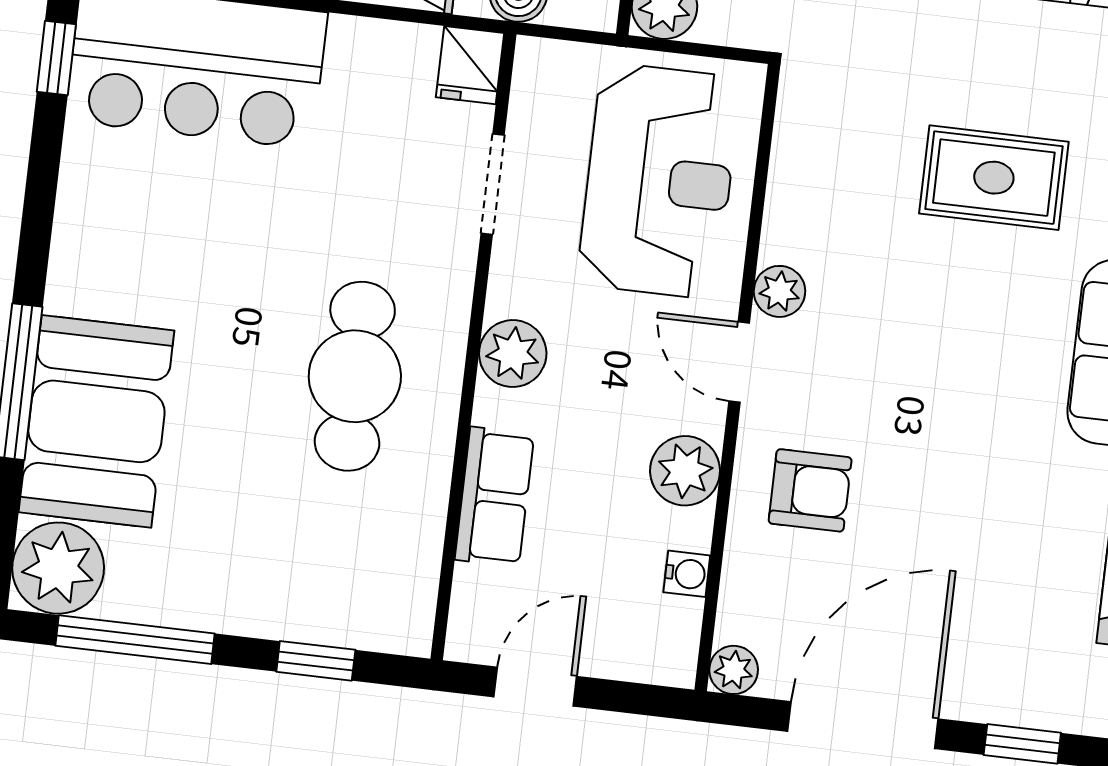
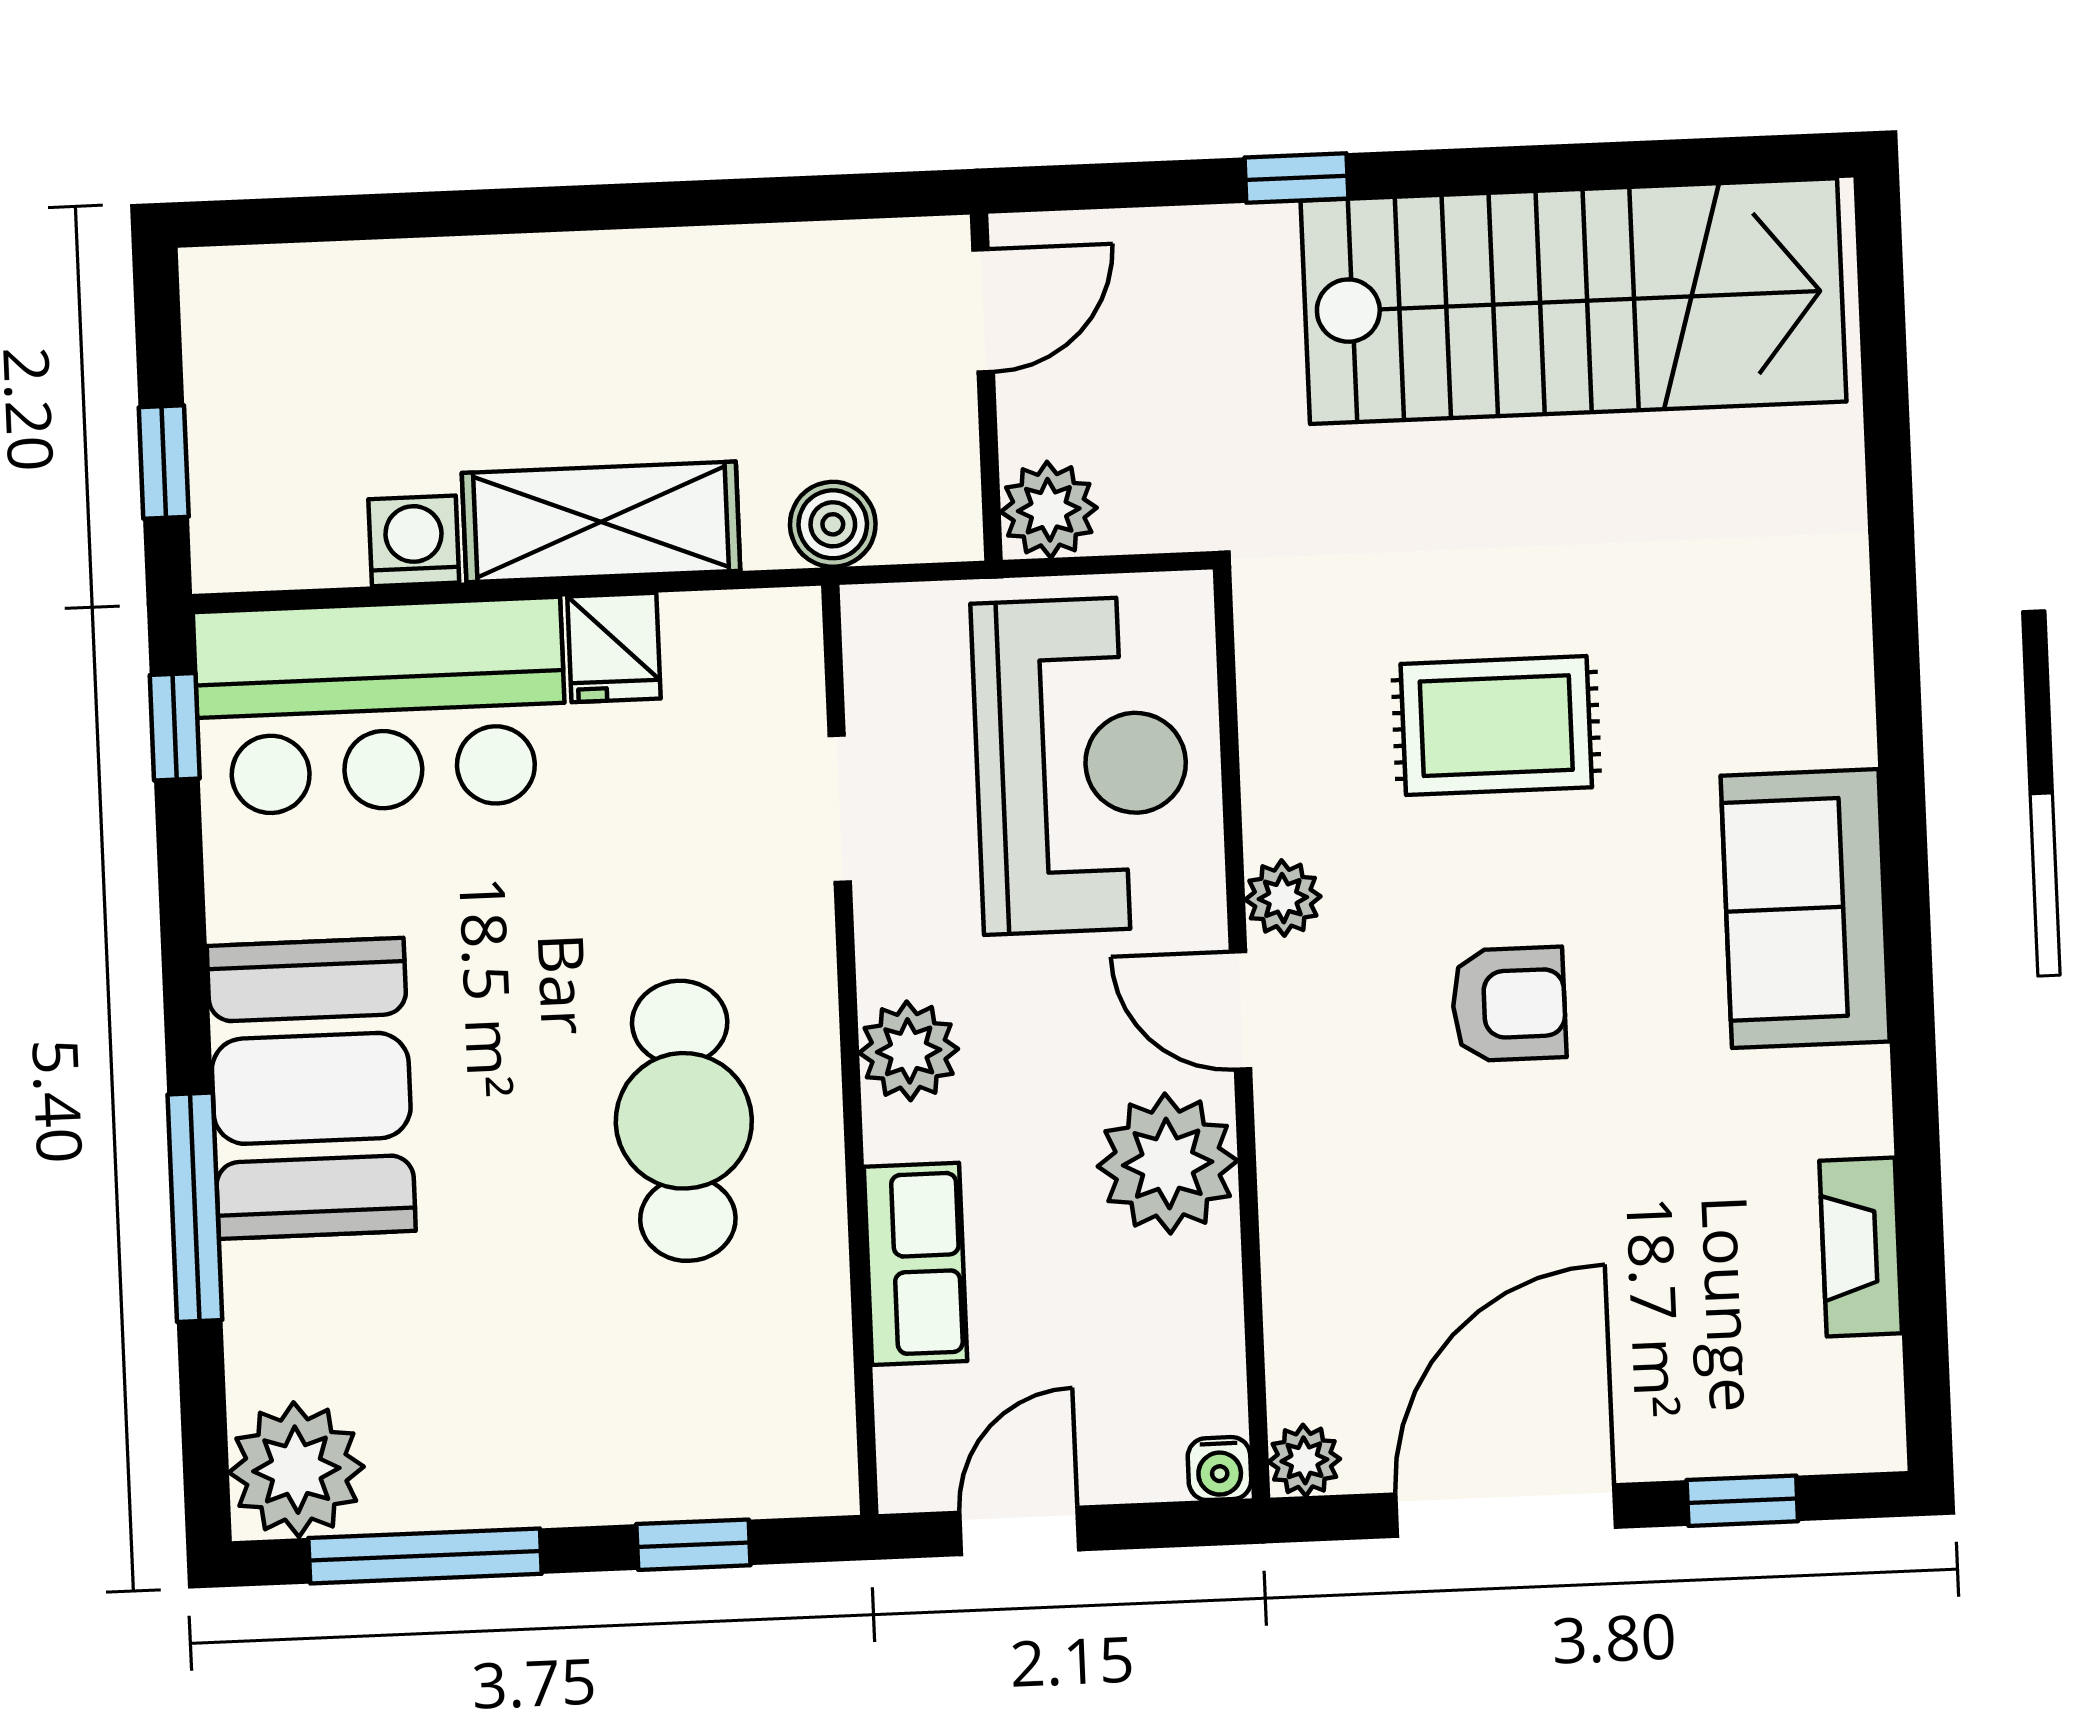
fridge: (470, 65) -> (614, 647), moved
rug: (994, 178) -> (1496, 726), moved
booth: (96, 421) -> (311, 1088), moved
plant: (685, 471) -> (1168, 1164), width x1.36, depth x1.36
armchair: (810, 490) -> (1509, 1004), moved
water cooler: (687, 574) -> (1219, 1469), moved, turned 90

